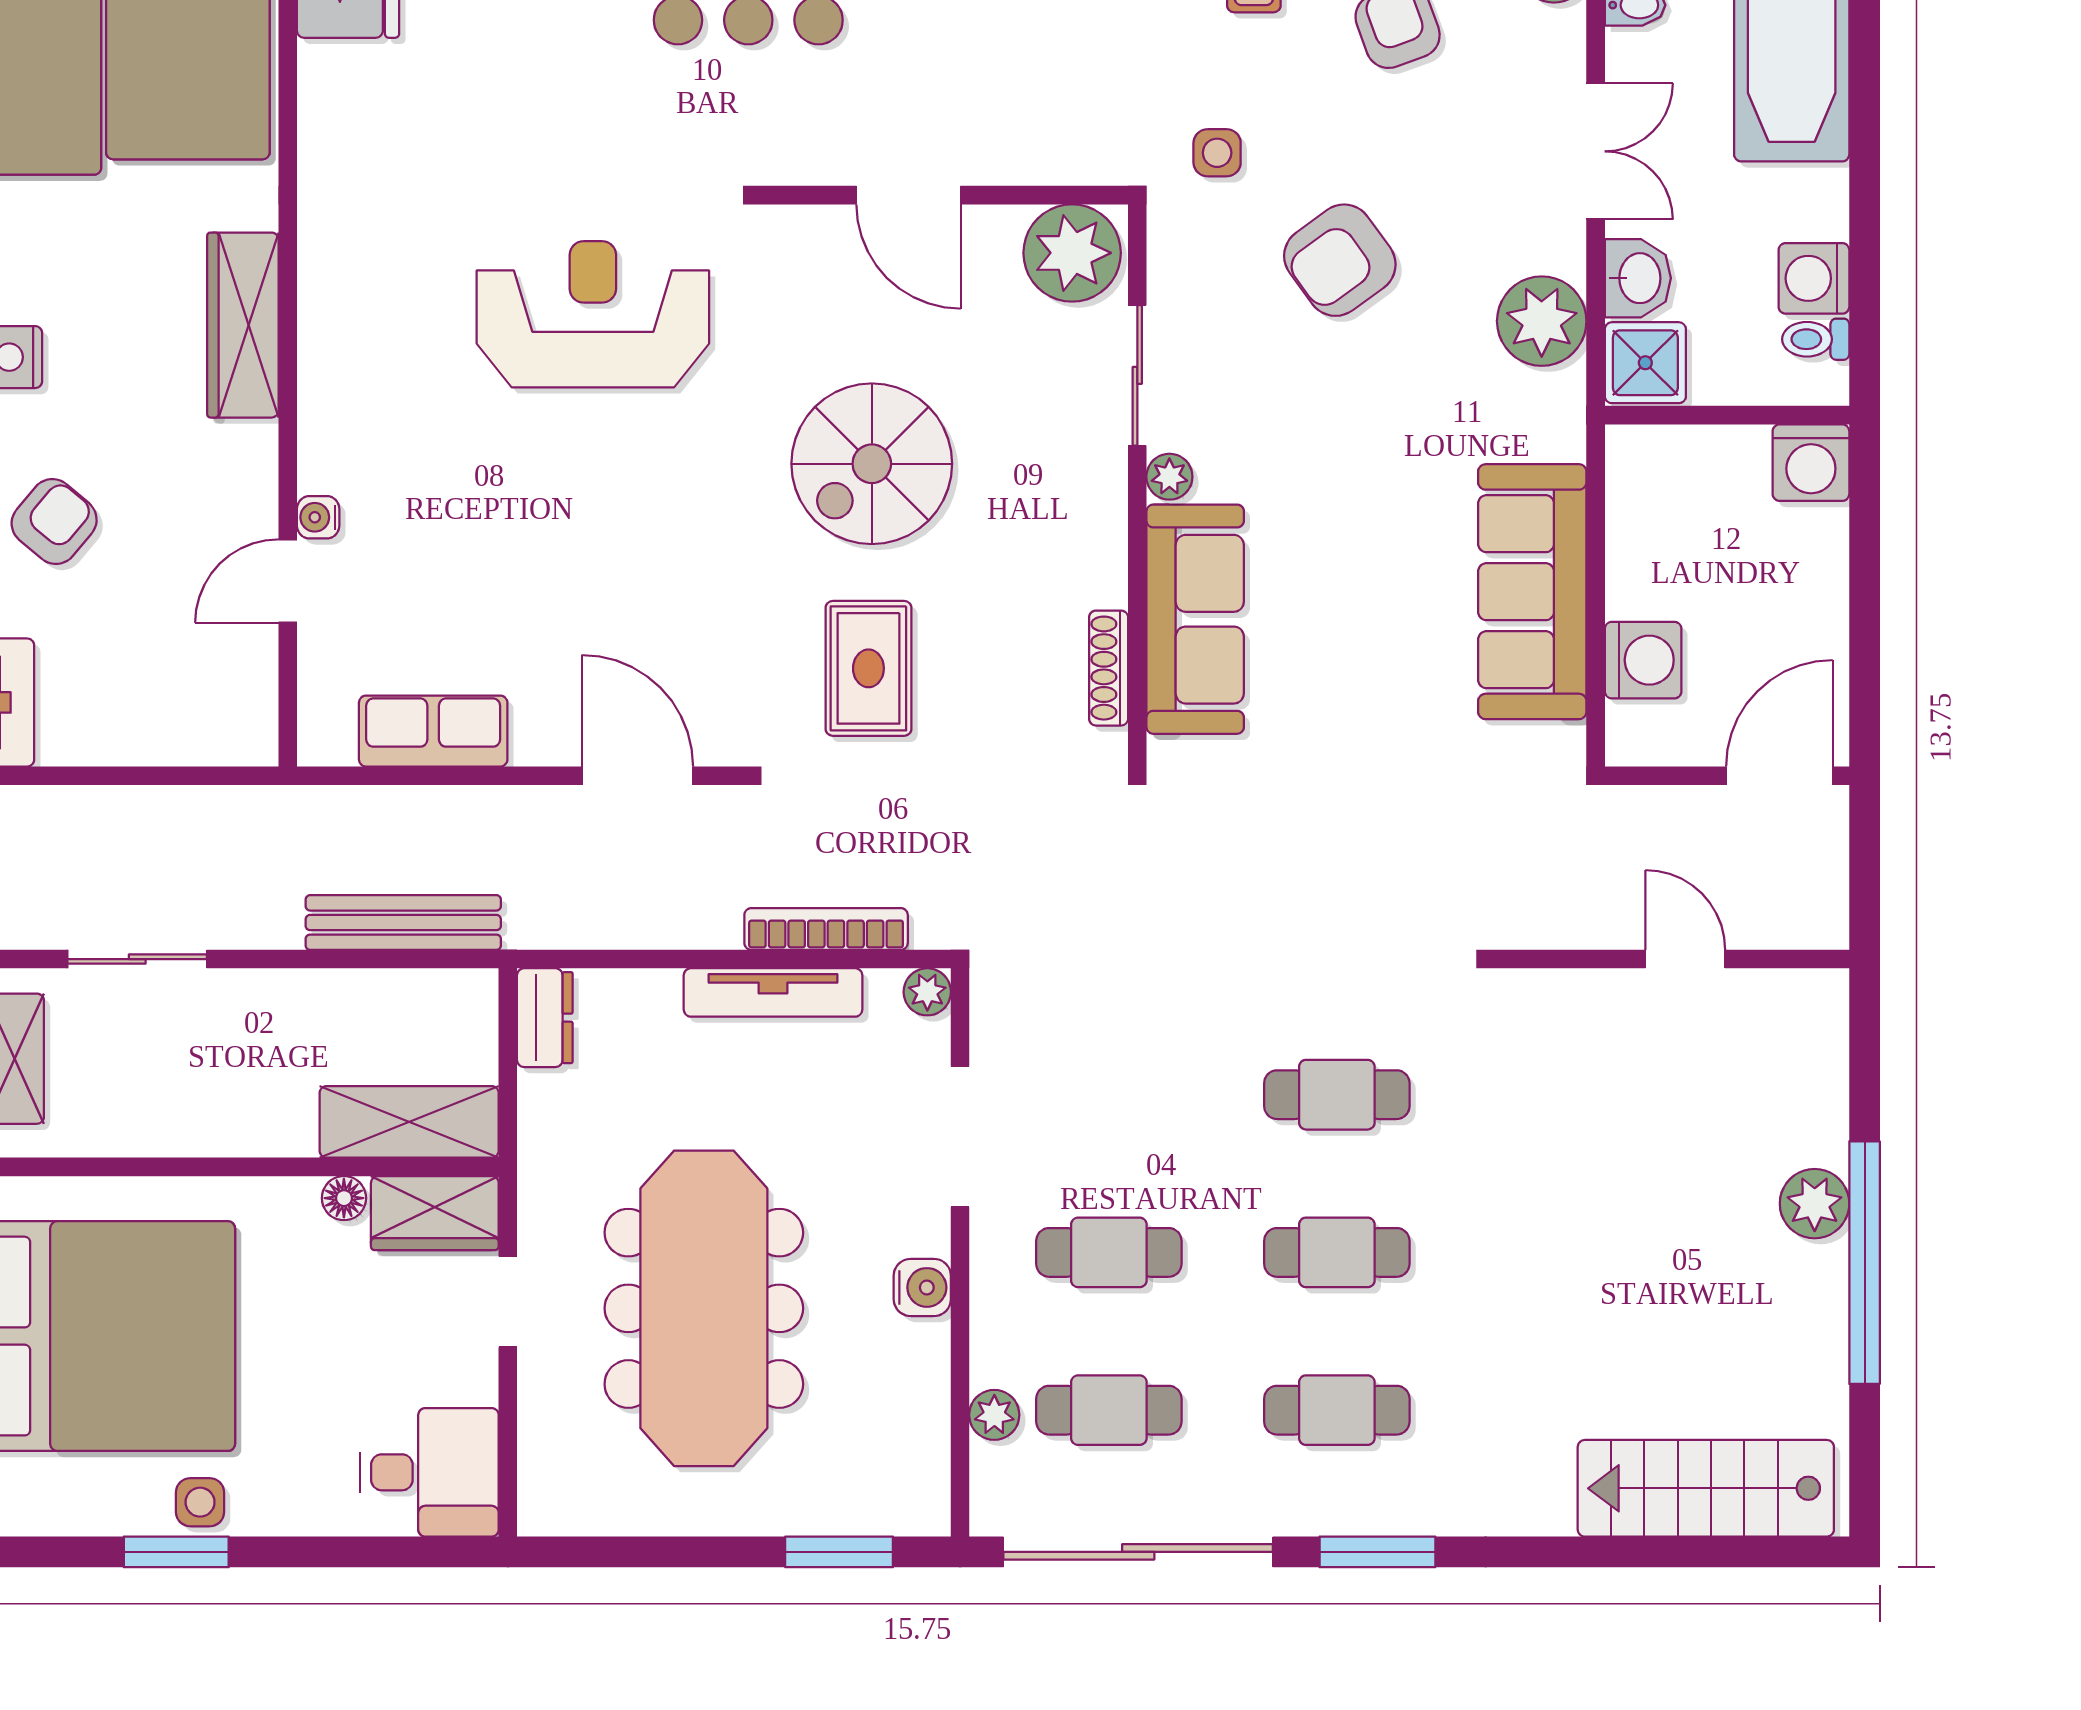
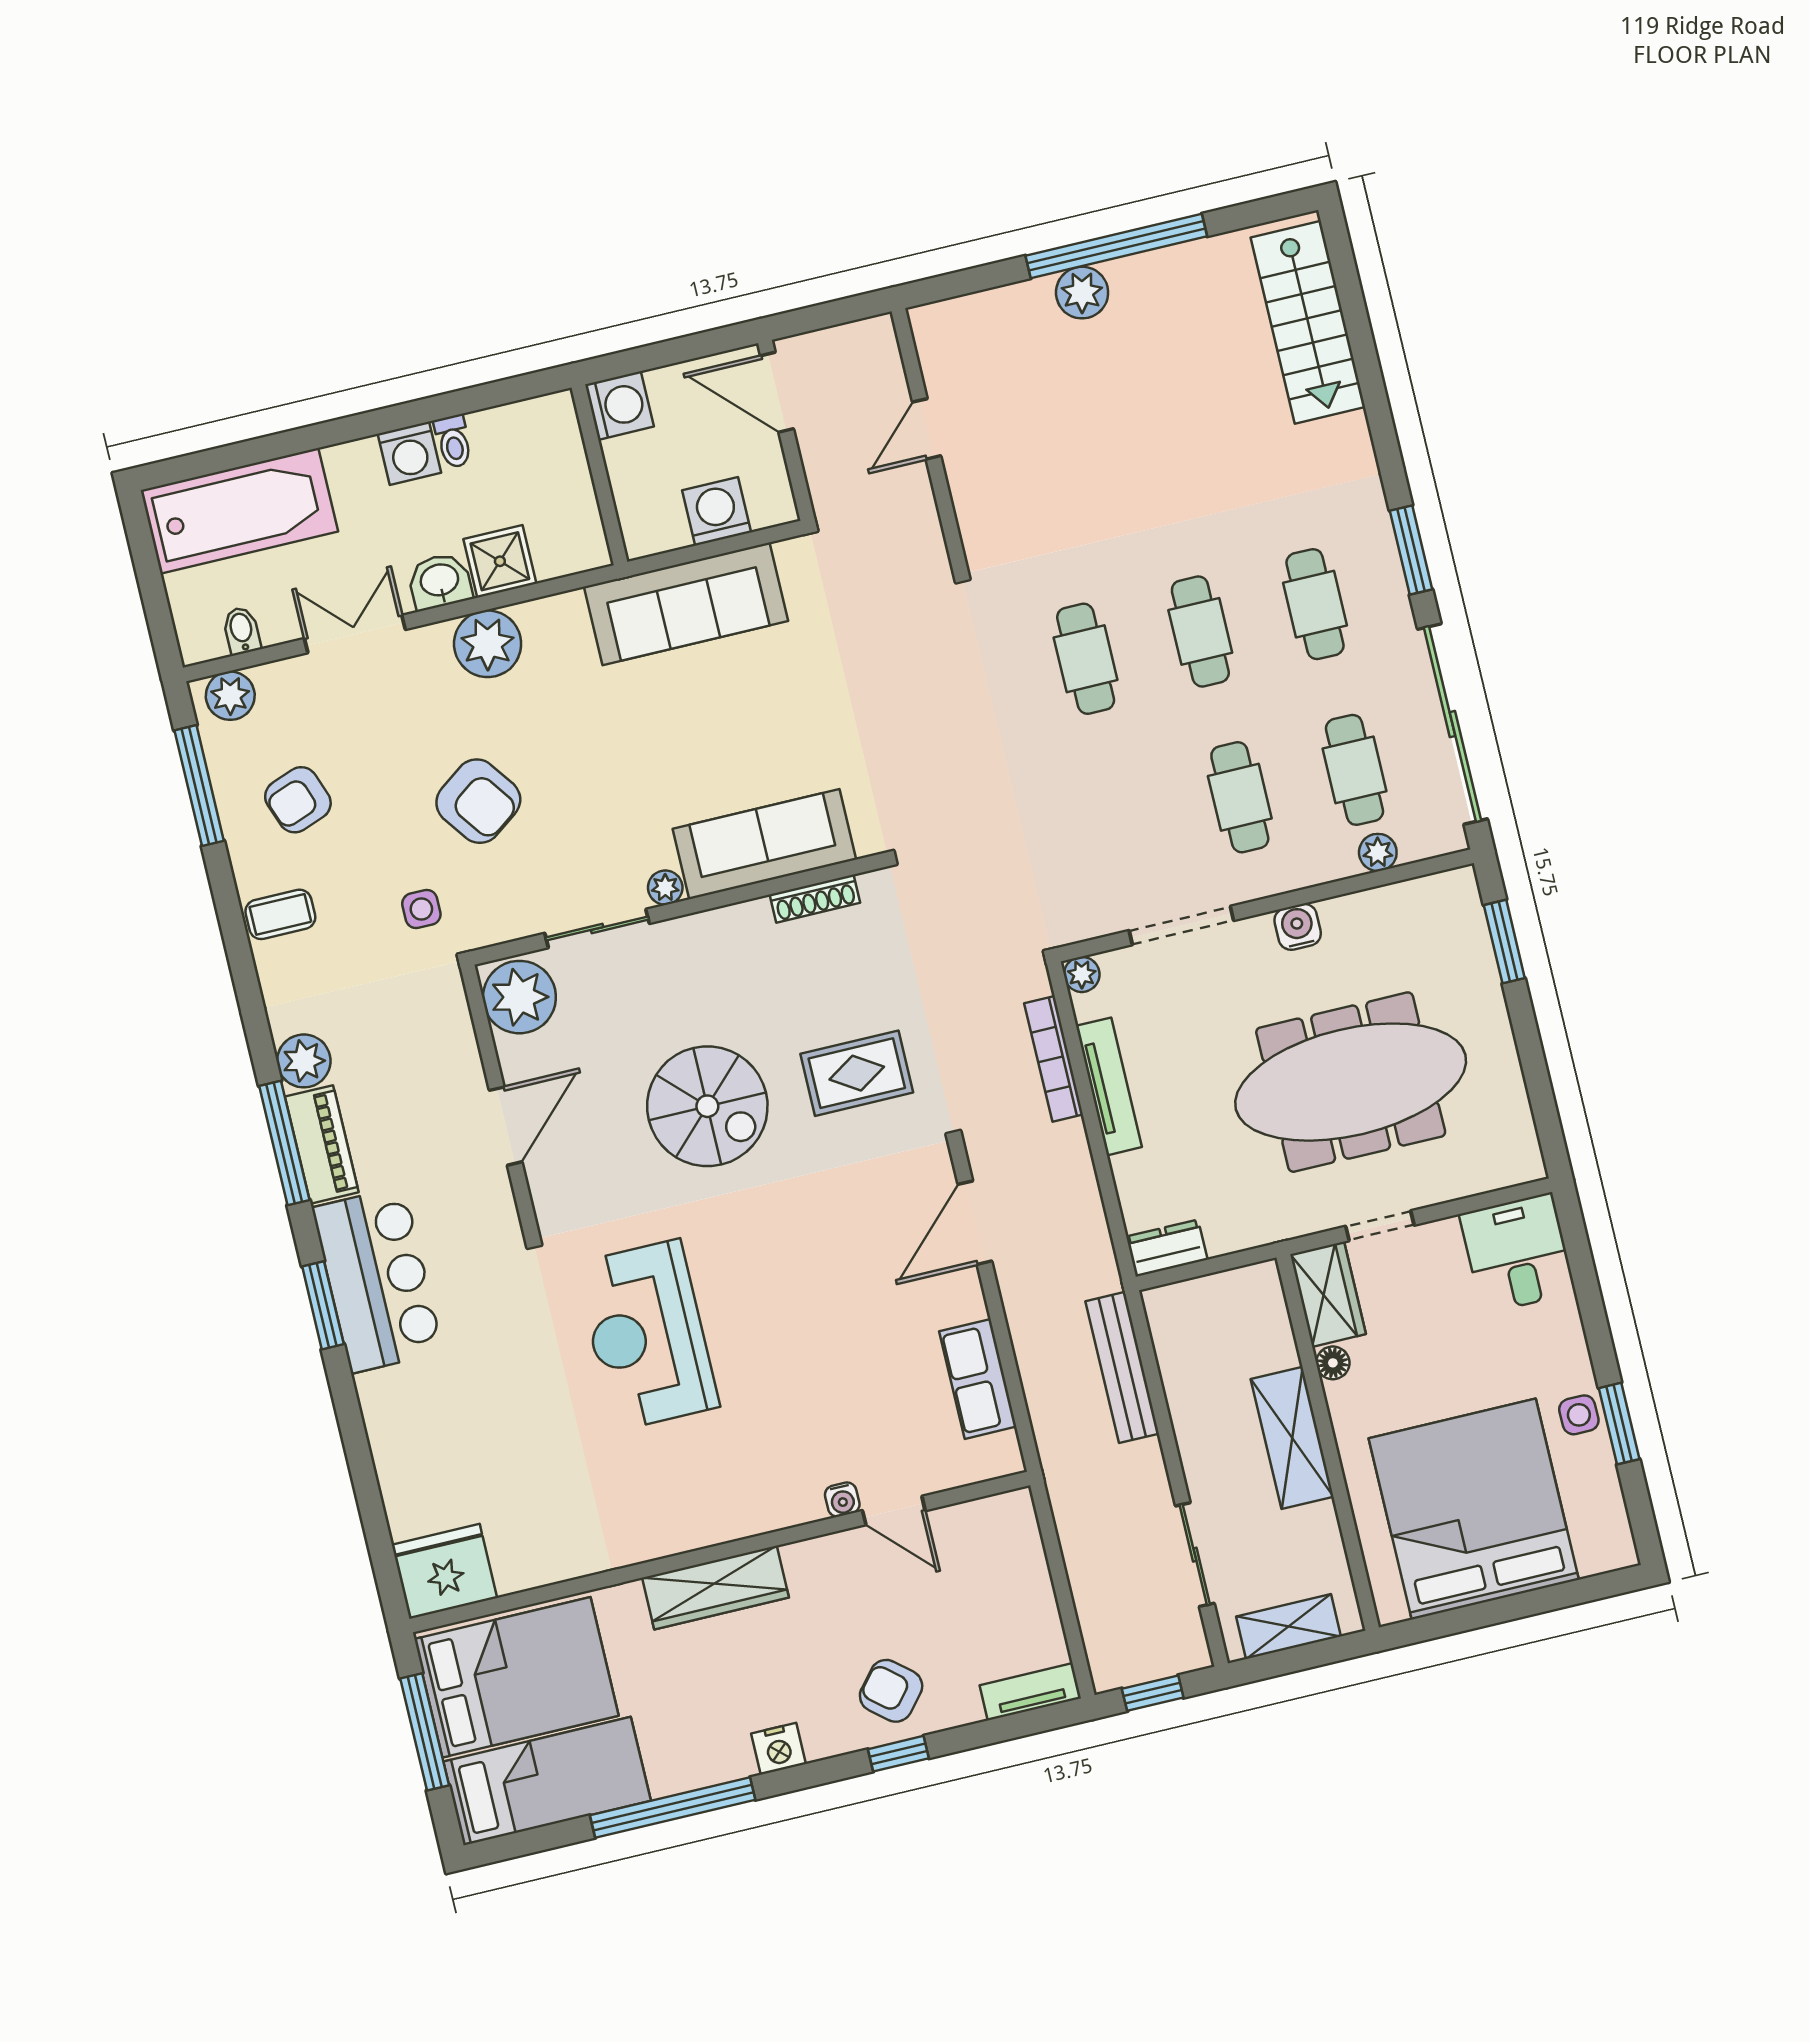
wall: (1727, 415) -> (599, 475), moved
washing machine: (1811, 463) -> (619, 406), moved
shelving: (409, 1122) -> (1292, 1438), moved

